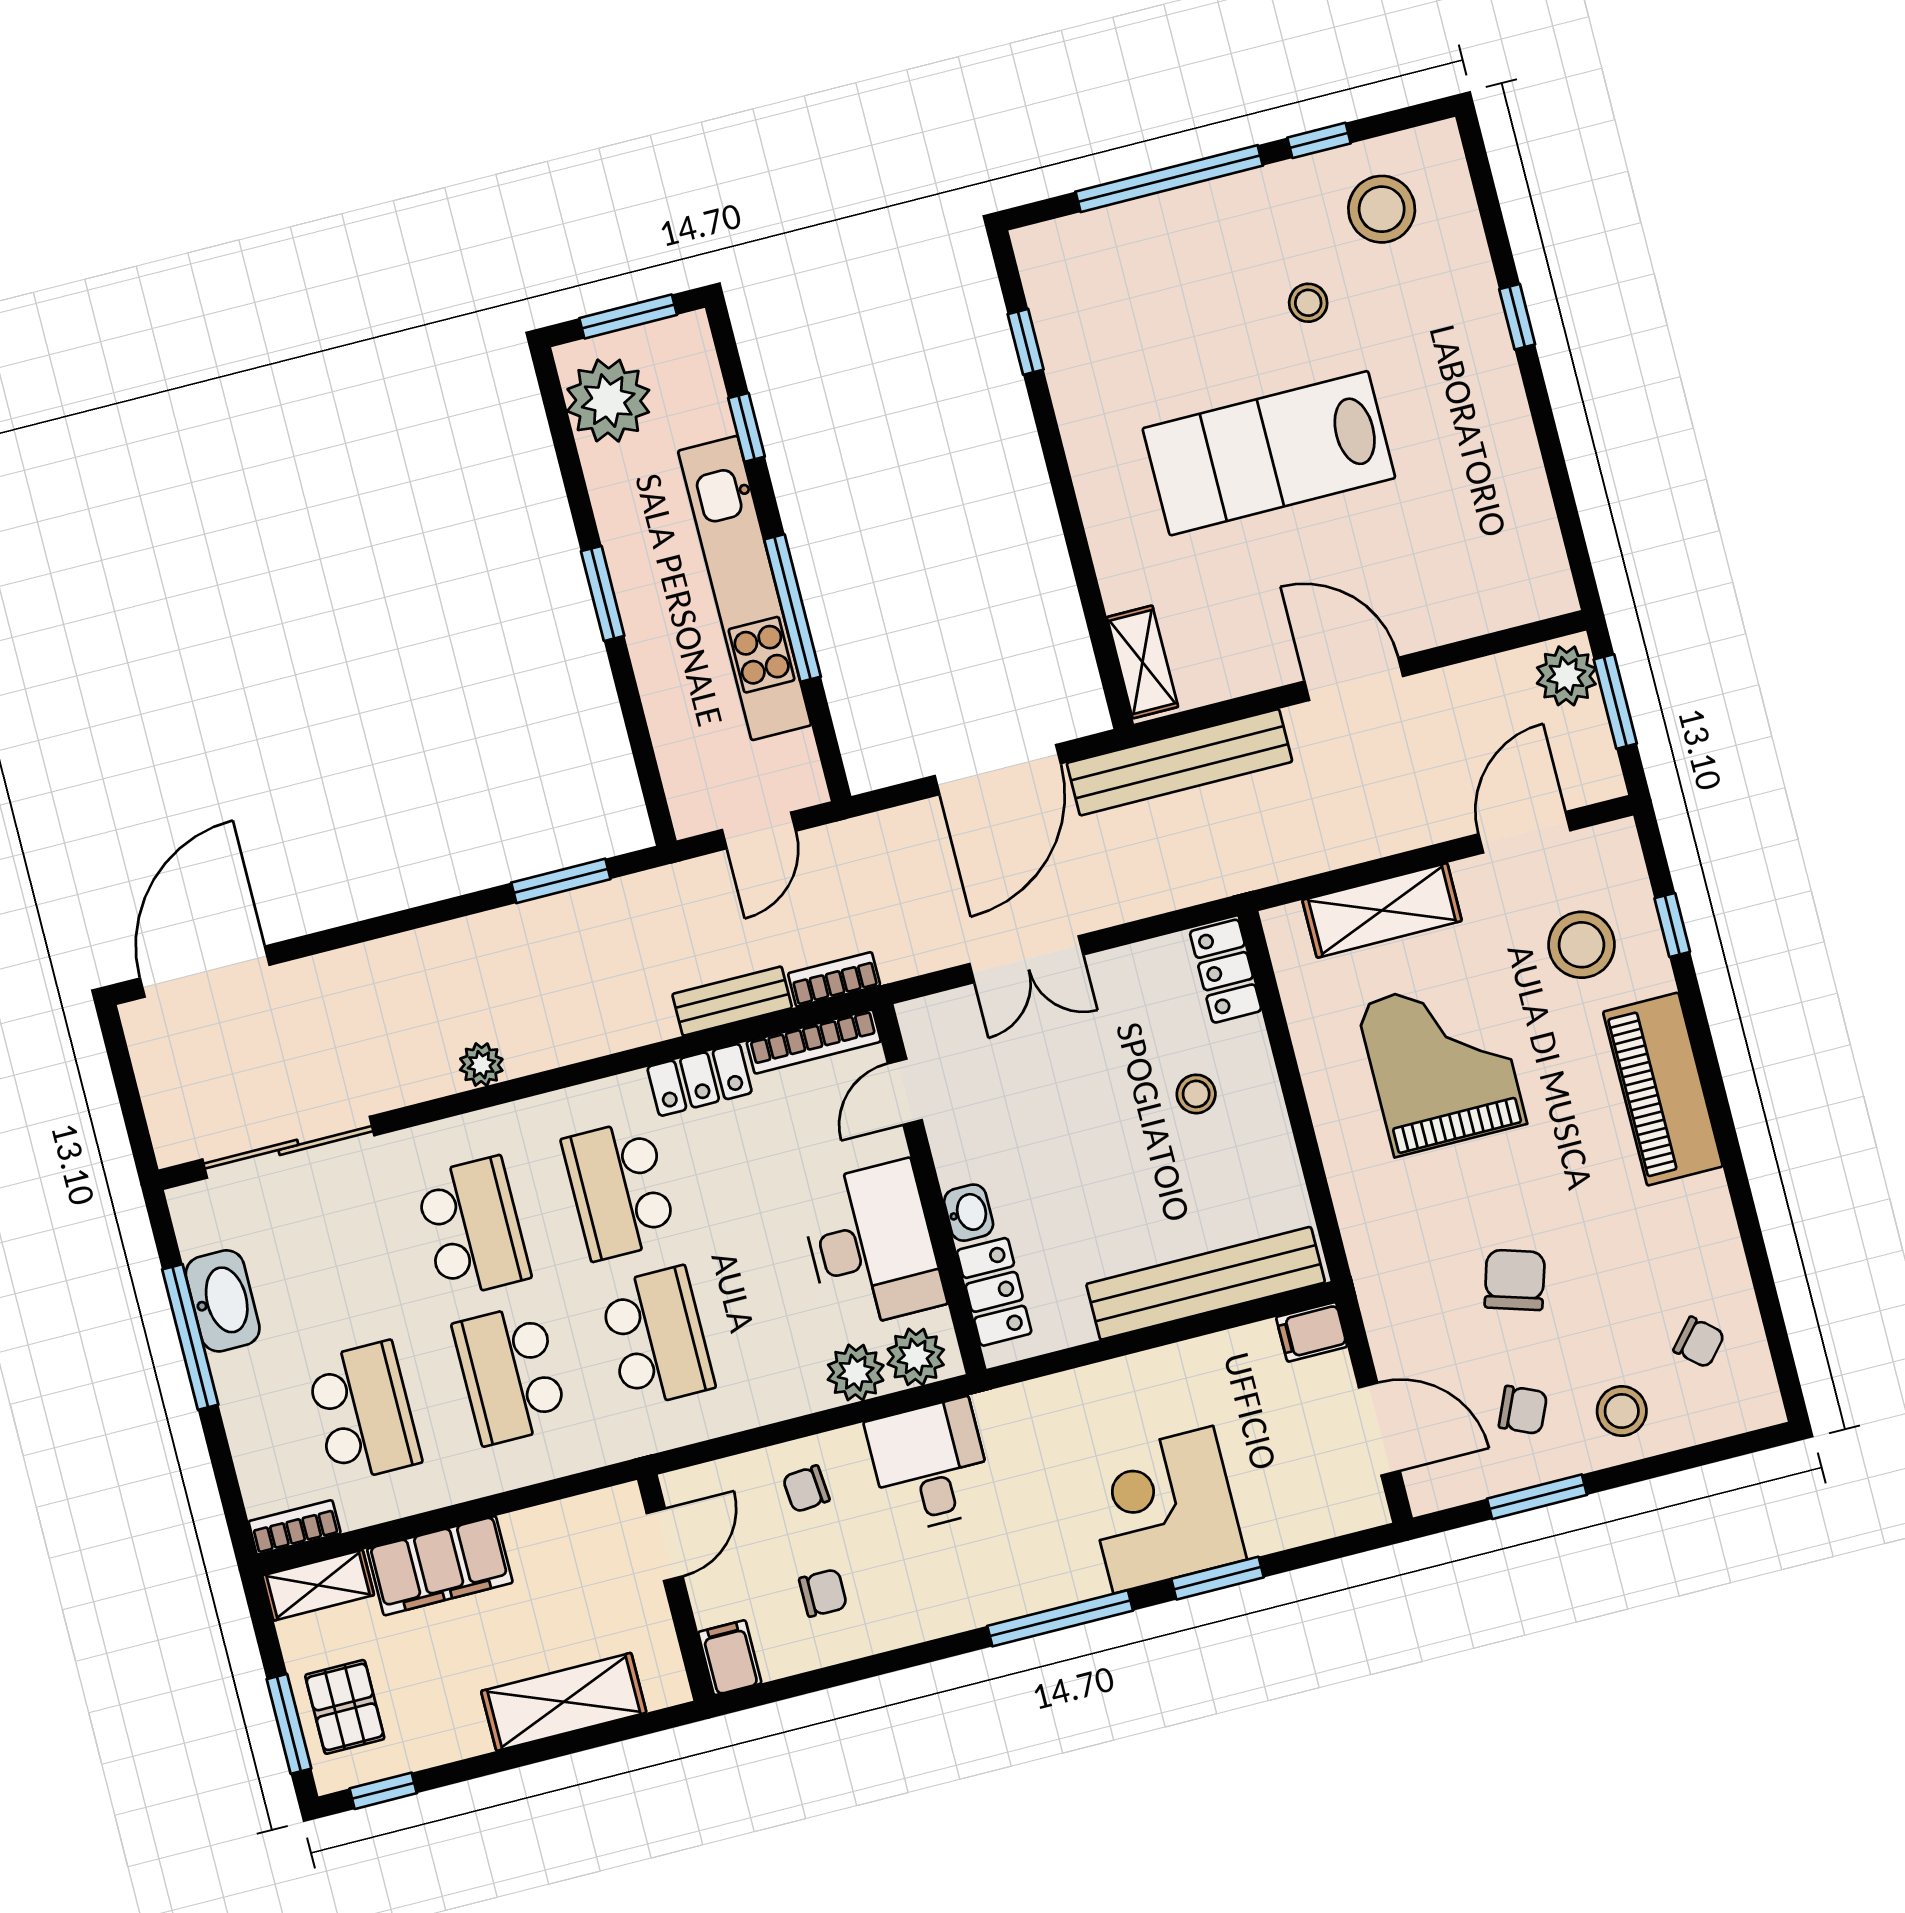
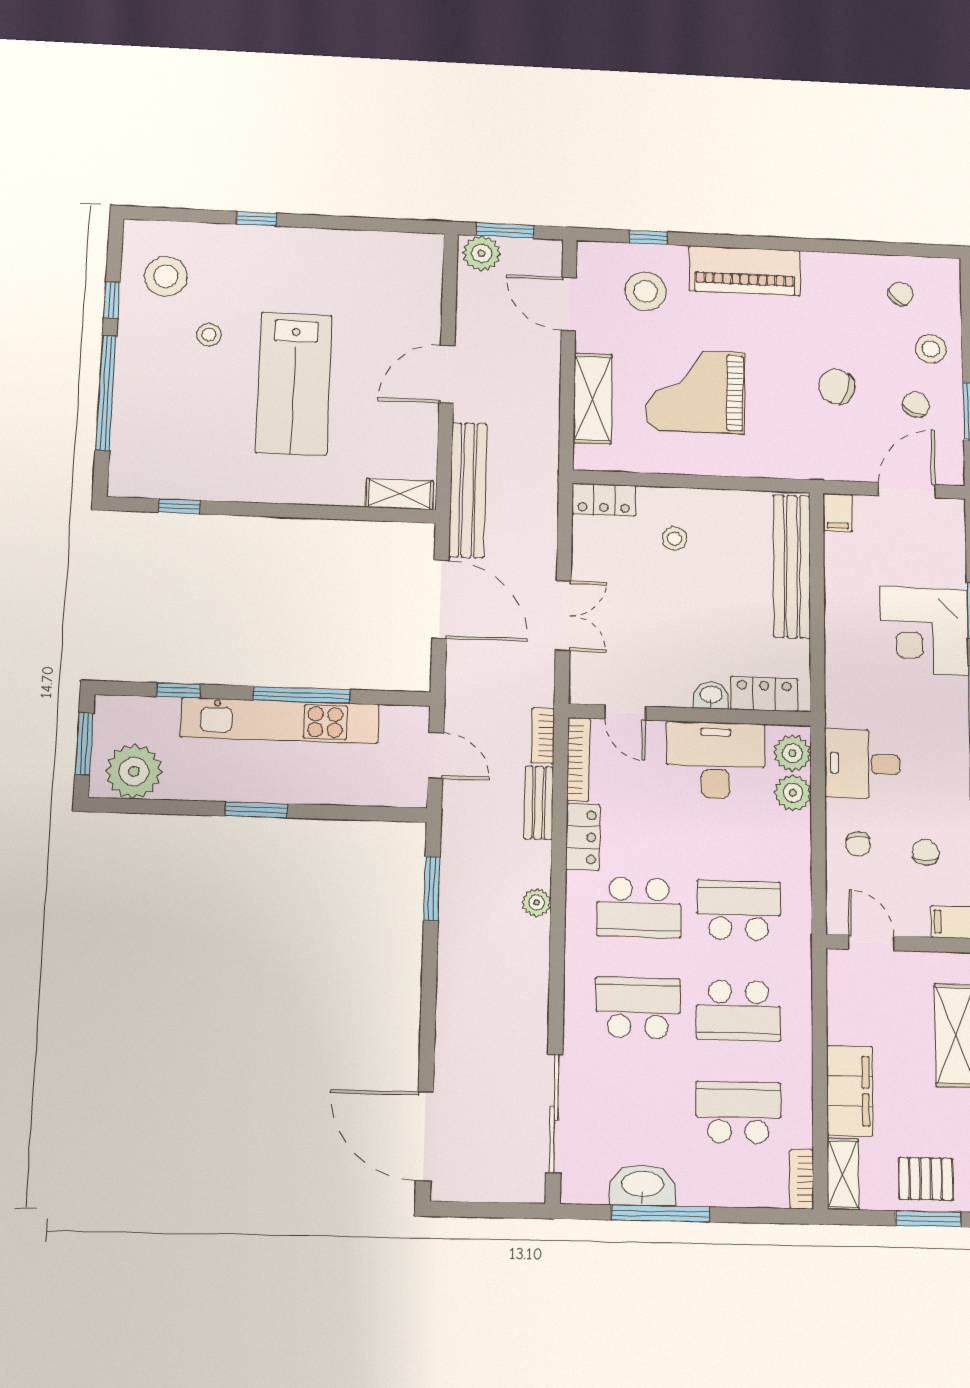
plant: (481, 1065) -> (537, 903), moved

